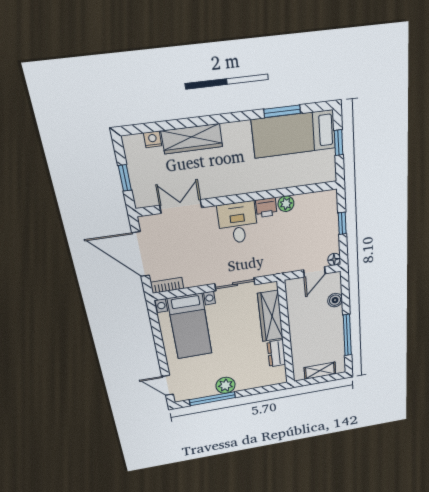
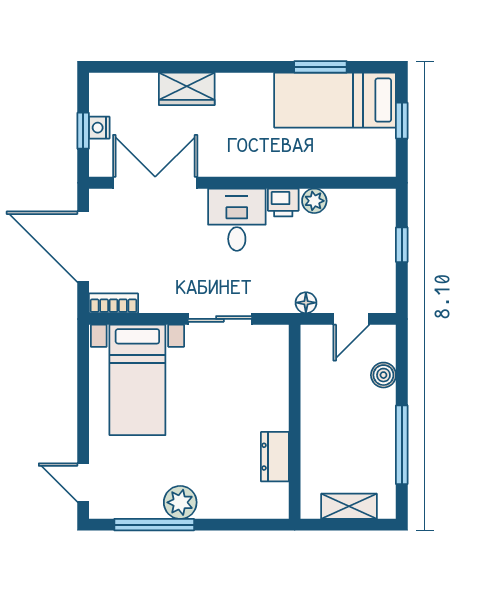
nightstand: (153, 139) -> (99, 128), moved, turned -90
wardrobe: (192, 139) -> (187, 89), width x0.67
double door: (181, 206) -> (155, 183), width x1.37
floor lamp: (334, 259) -> (306, 303), moved
wardrobe: (270, 316) -> (272, 385), removed

